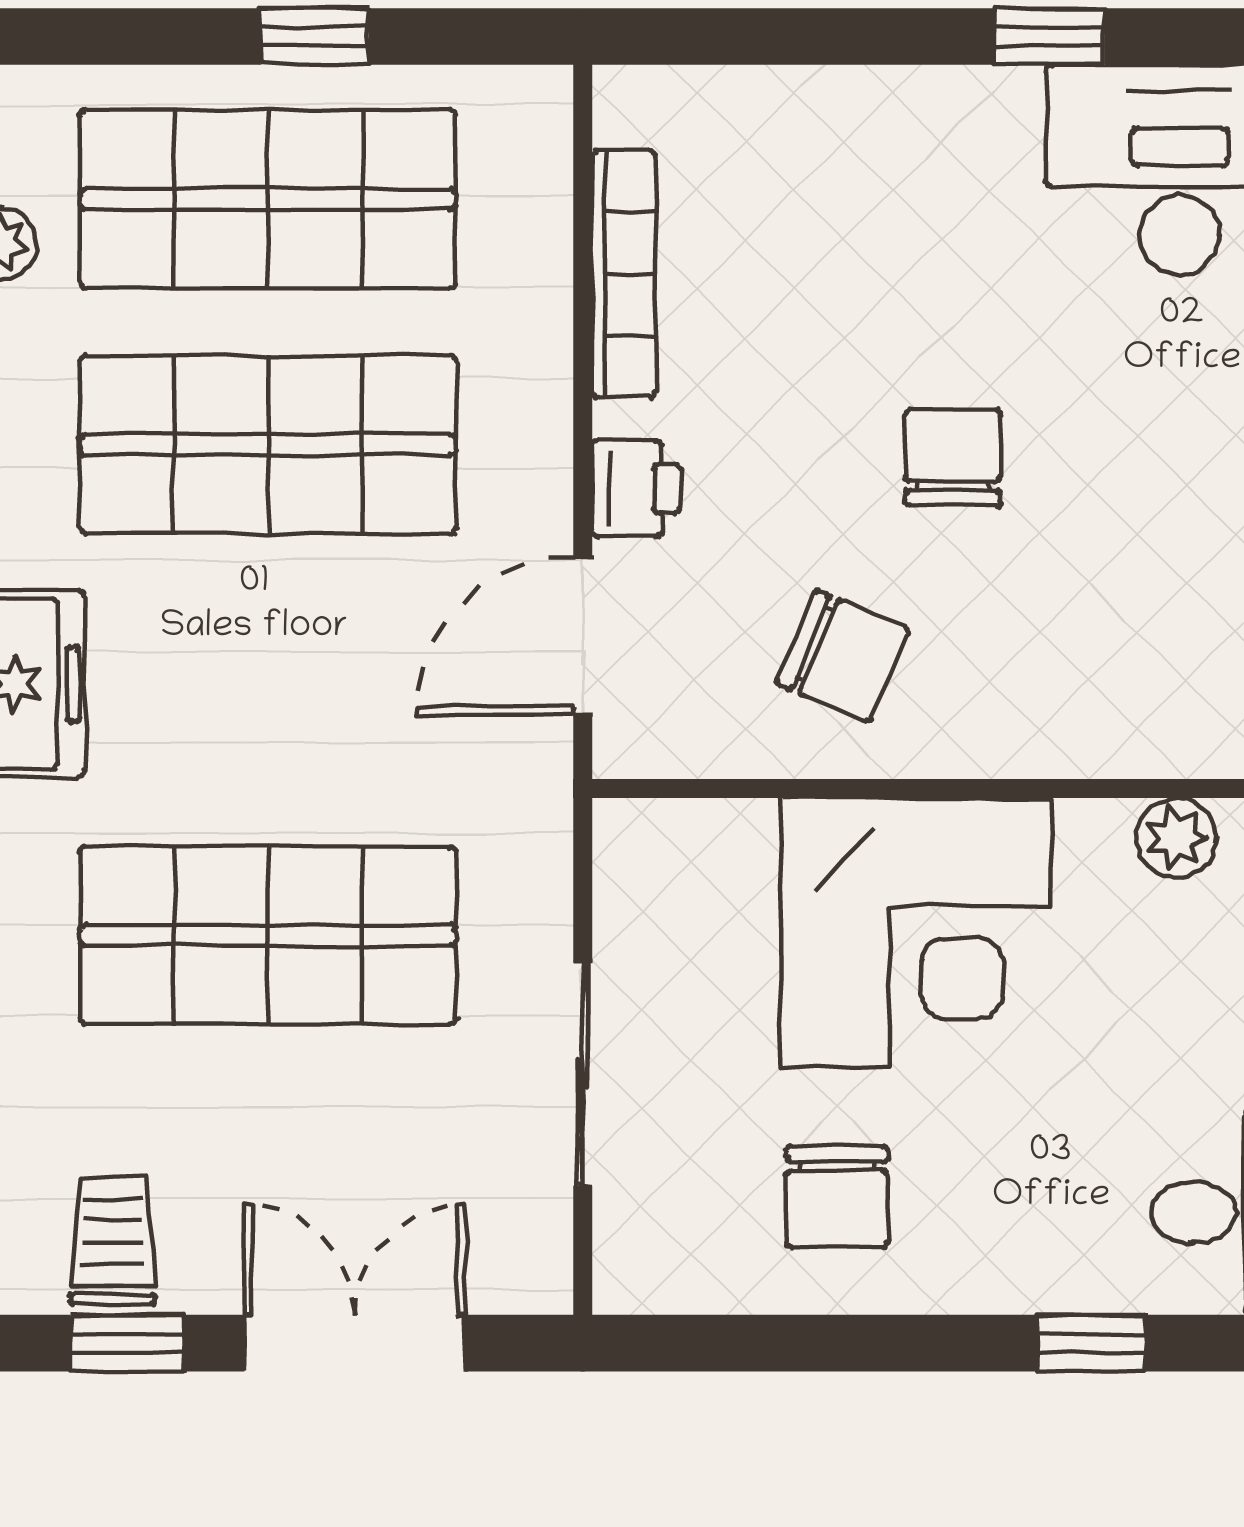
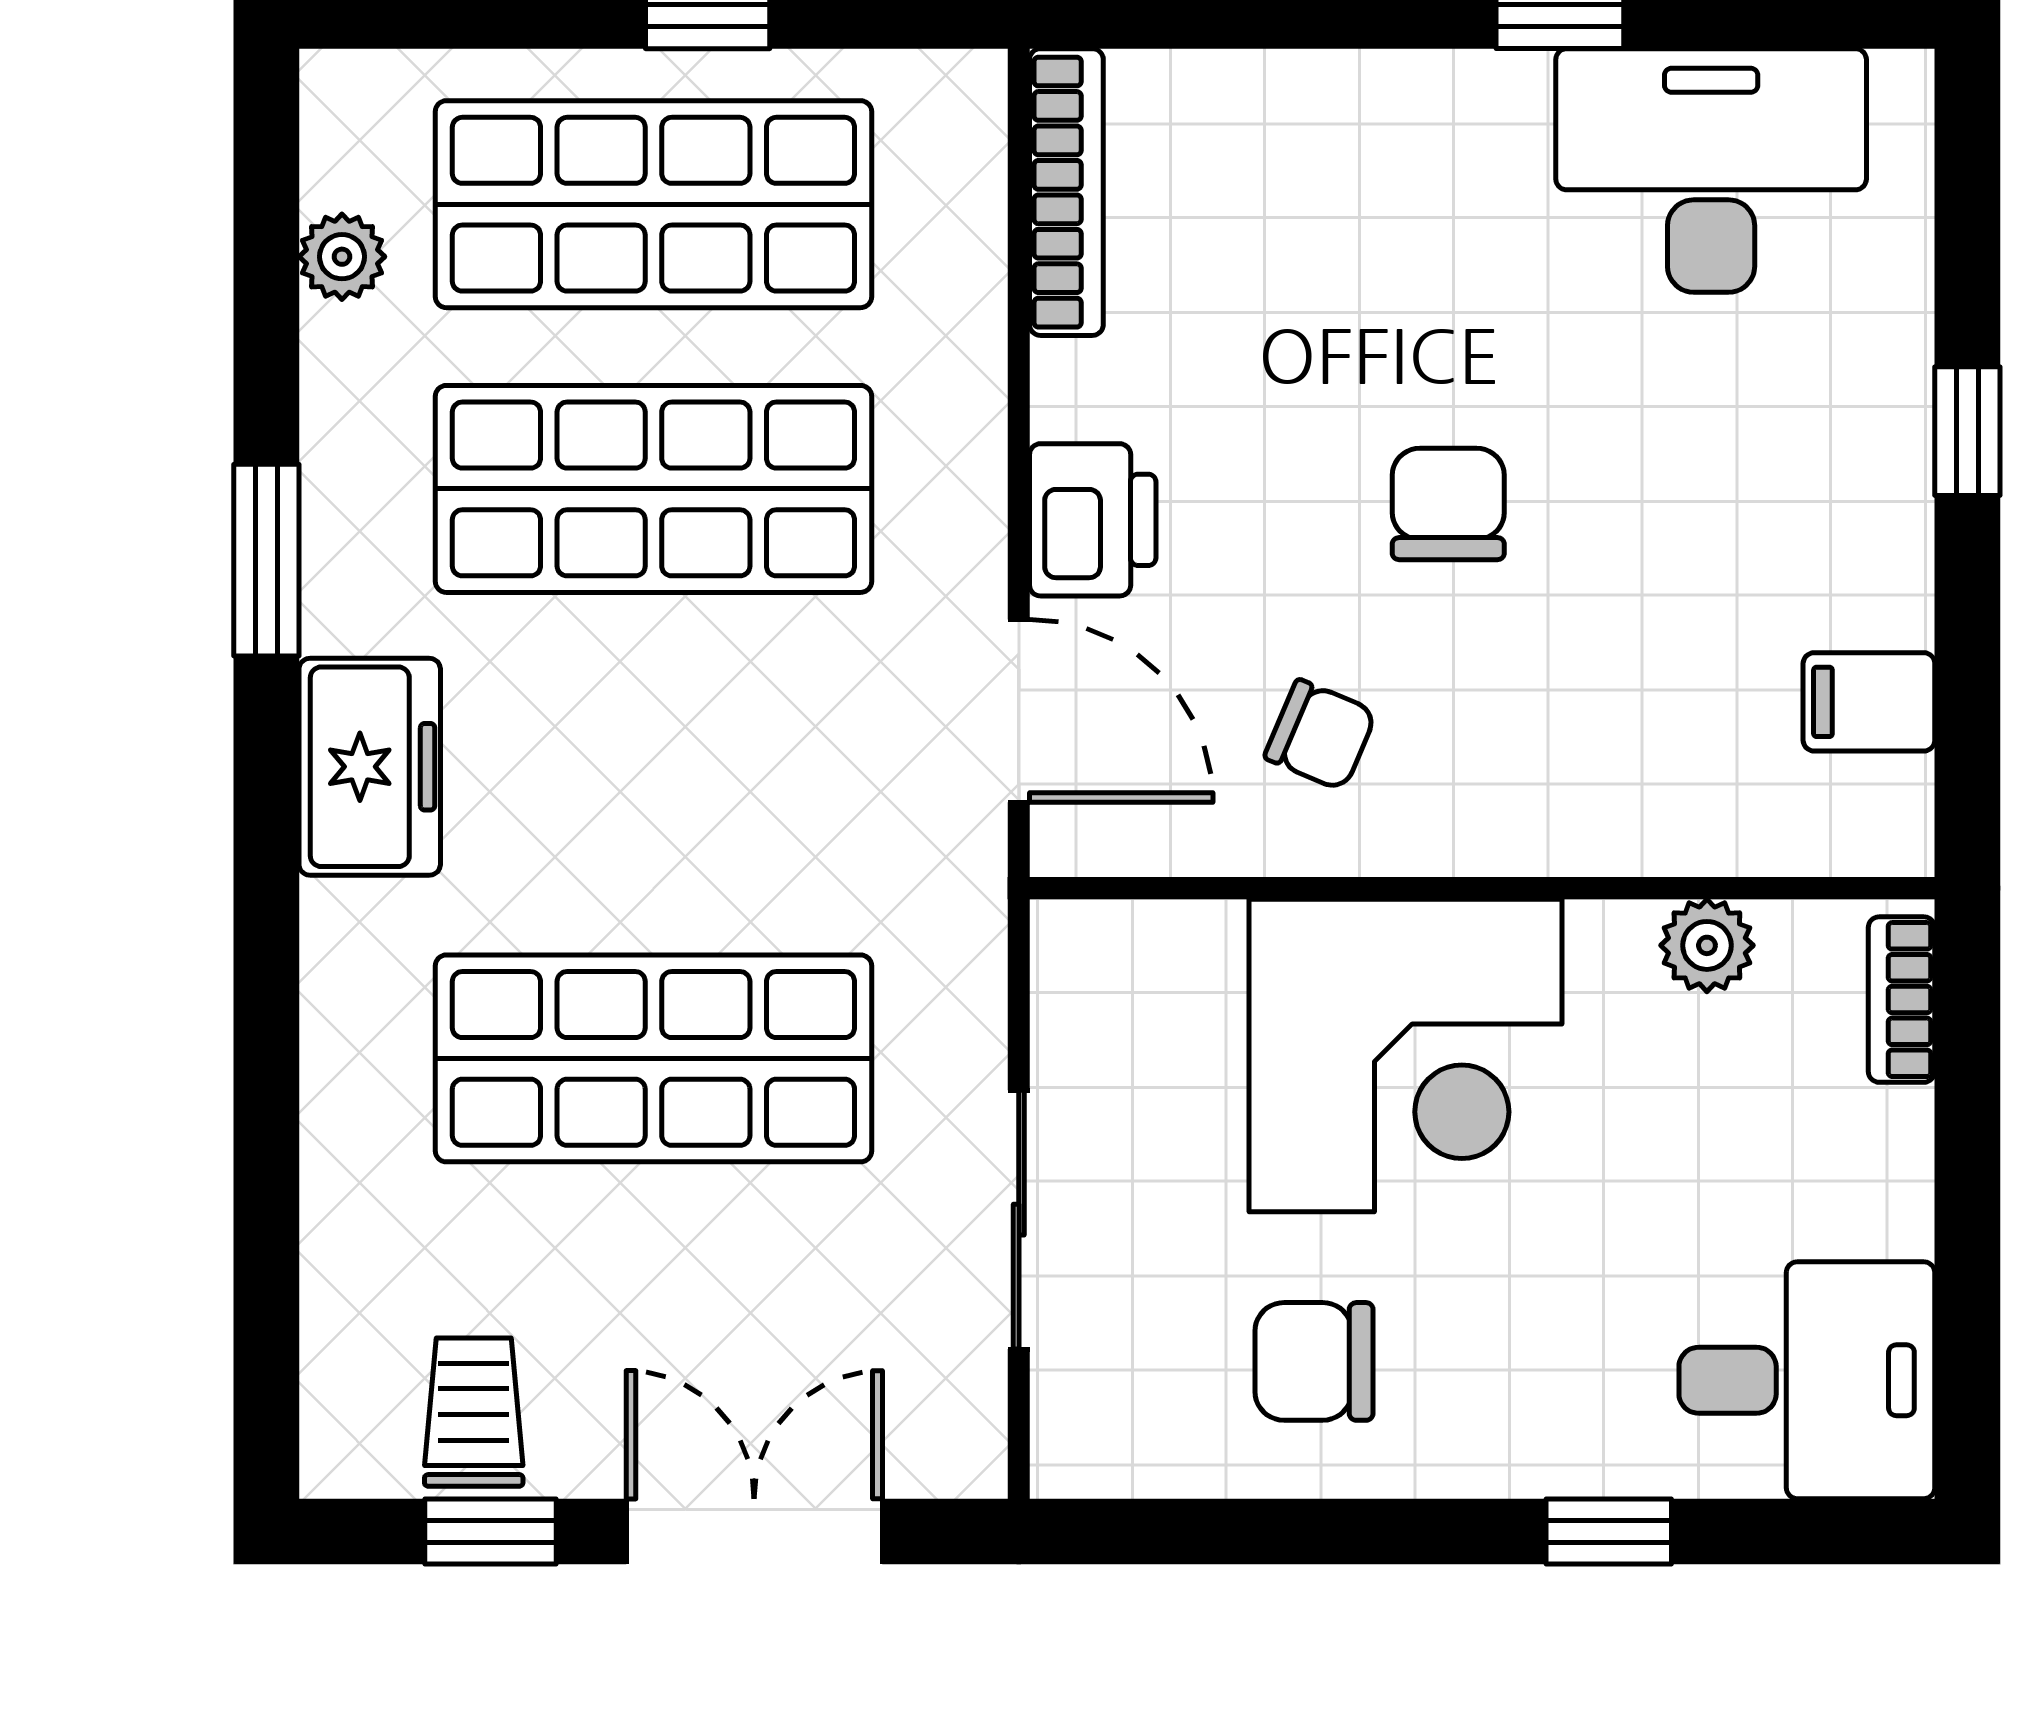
bookcase: (624, 274) -> (1066, 192), moved
printer: (636, 489) -> (1093, 520), width x1.36, depth x1.24
door: (583, 636) -> (1019, 711), swing flipped
chair: (843, 656) -> (1320, 735), width x0.73, depth x0.73
chair: (837, 1197) -> (1314, 1361), turned 90

